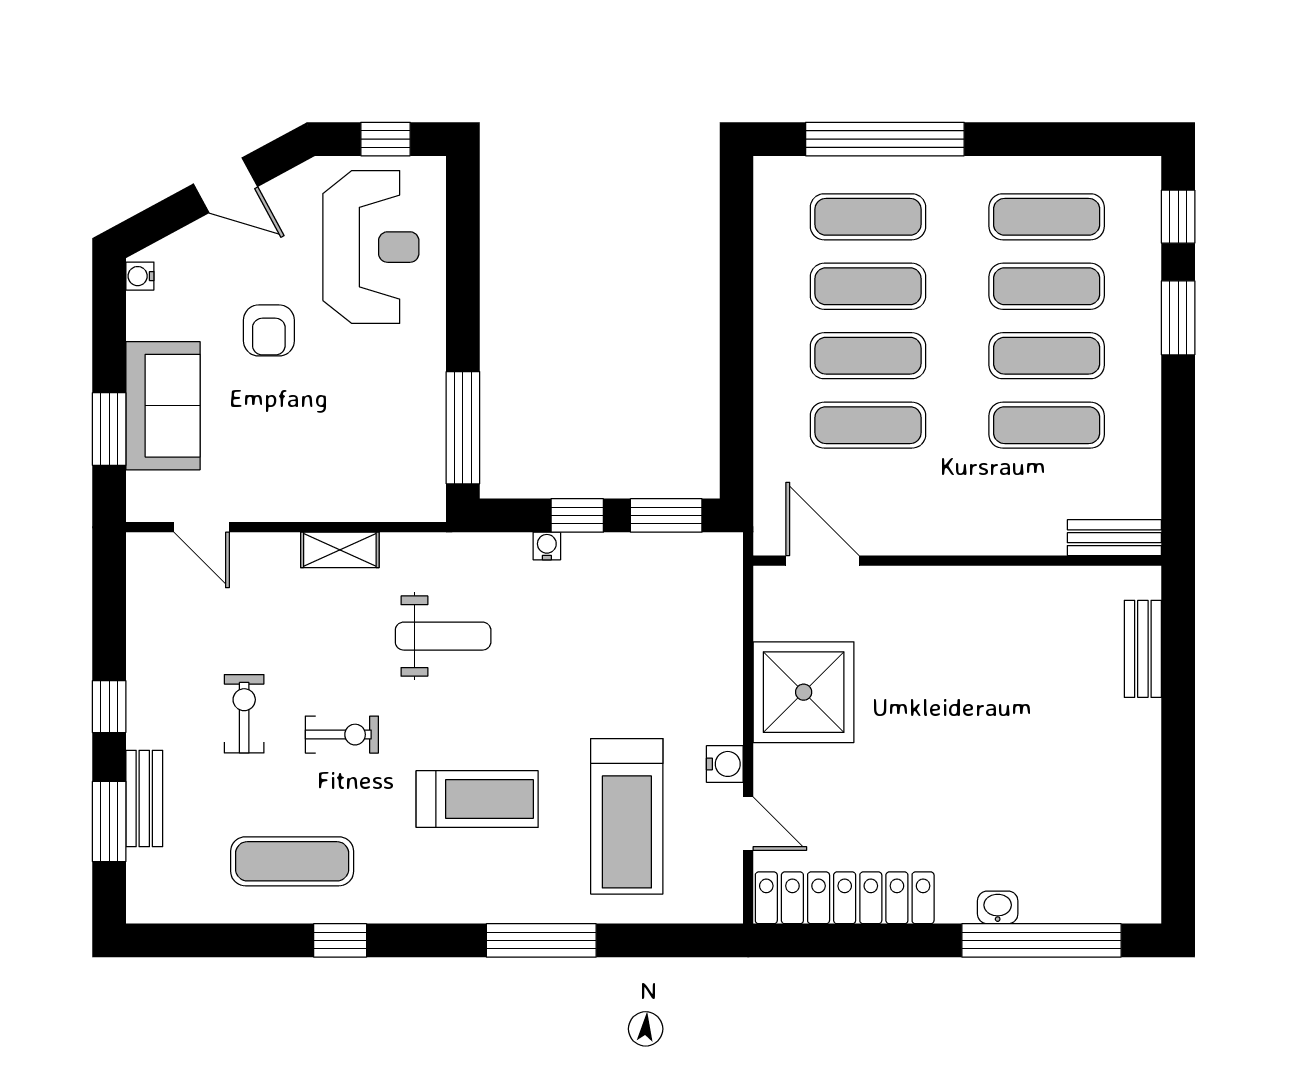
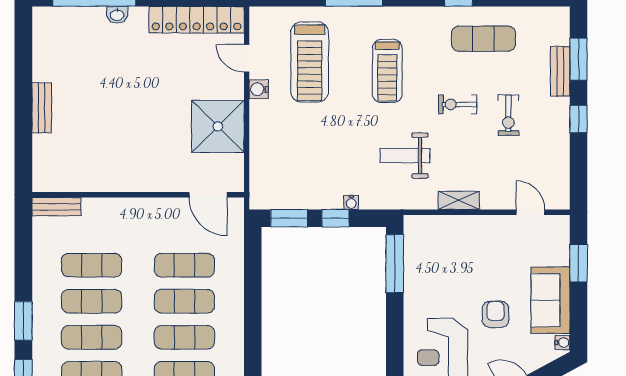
sofa: (163, 406) -> (551, 300), moved
bench: (1143, 649) -> (42, 108), moved
treadmill: (477, 799) -> (387, 71), turned -90
treadmill: (627, 816) -> (310, 62), turned 180

